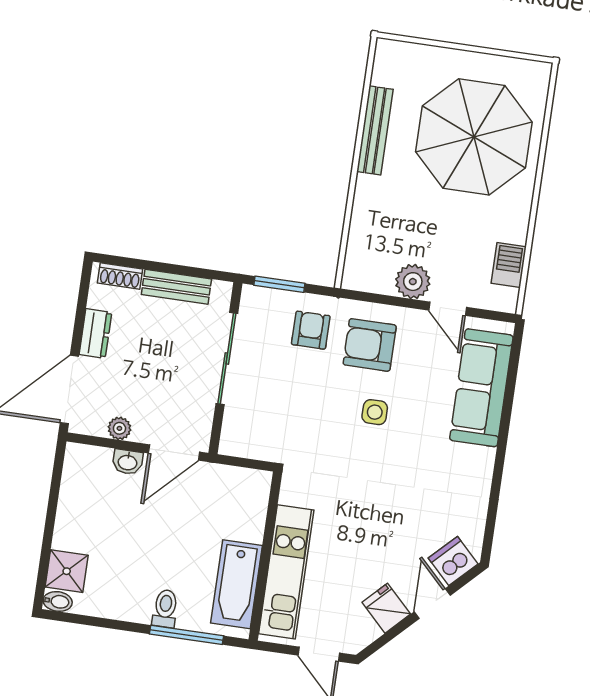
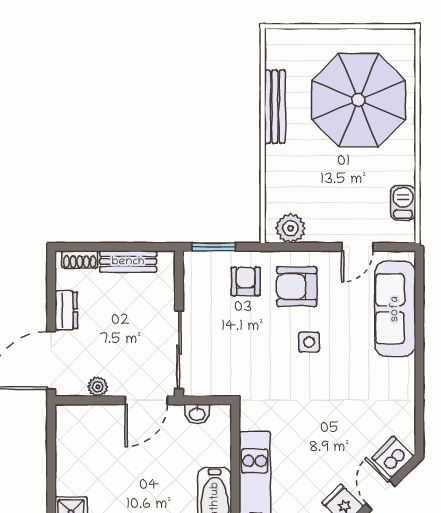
plant: (413, 282) -> (290, 228), moved
door: (448, 309) -> (357, 247), hinge flipped
sliding door: (227, 358) -> (179, 350), moved
washbasin: (128, 462) -> (197, 414), moved

